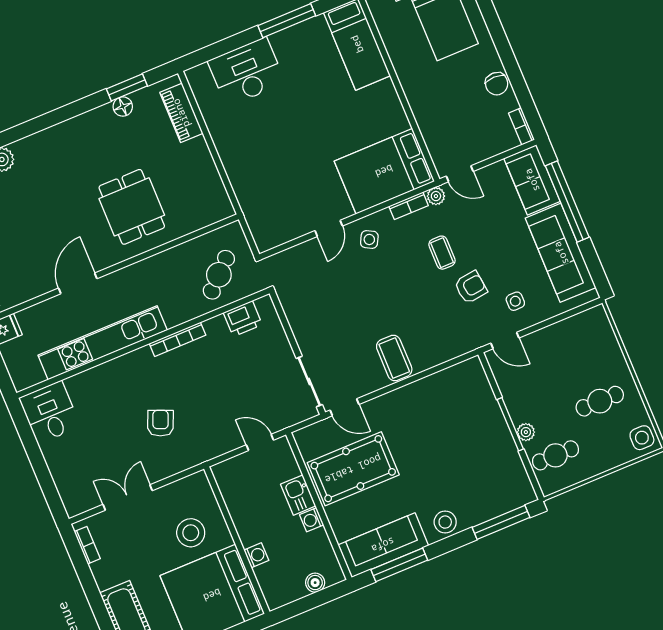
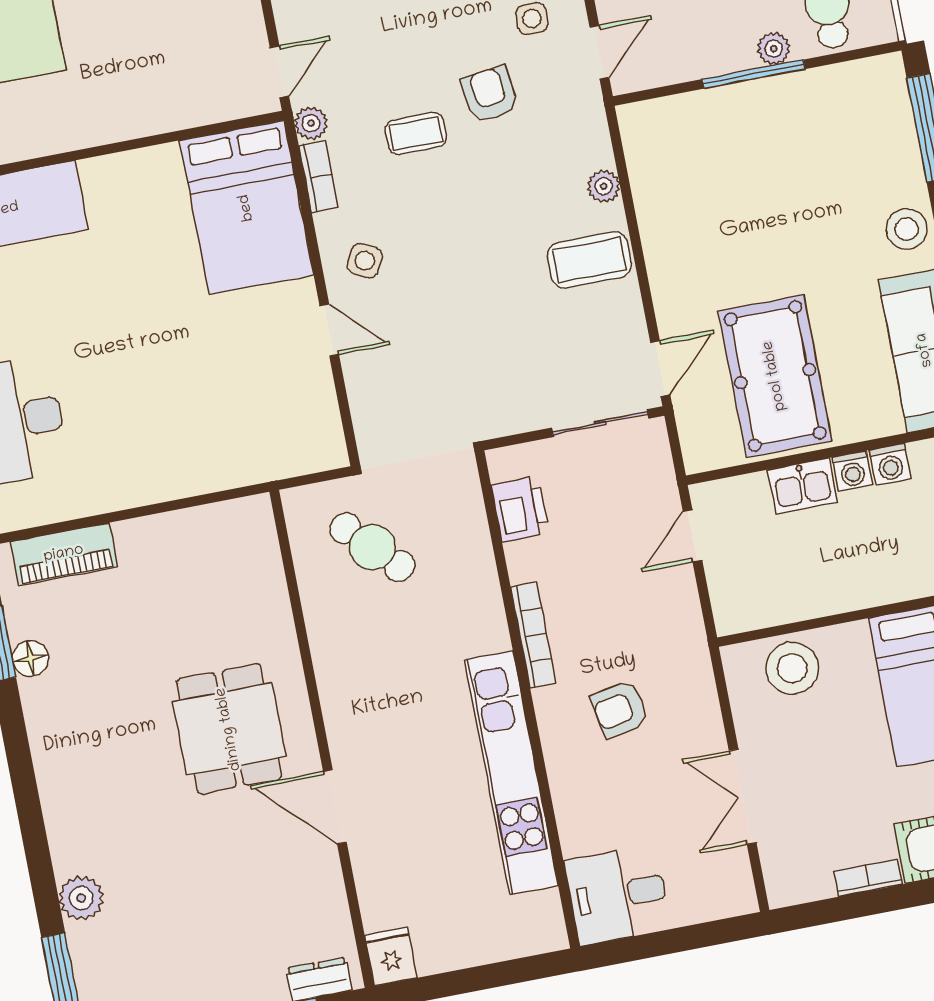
dining table: (132, 207) -> (229, 729), moved, turned 90
printer: (243, 319) -> (520, 509), moved
bookcase: (178, 339) -> (533, 635), moved
kitchen unit: (103, 343) -> (511, 773), moved
wall: (143, 343) -> (527, 699), moved
plant: (435, 357) -> (604, 186), added
desk: (50, 412) -> (618, 895), moved
armchair: (160, 423) -> (620, 709), turned -34
stool: (191, 533) -> (792, 668), moved
bookcase: (87, 545) -> (868, 878), moved
washing machine: (256, 555) -> (890, 464), moved, turned 180

